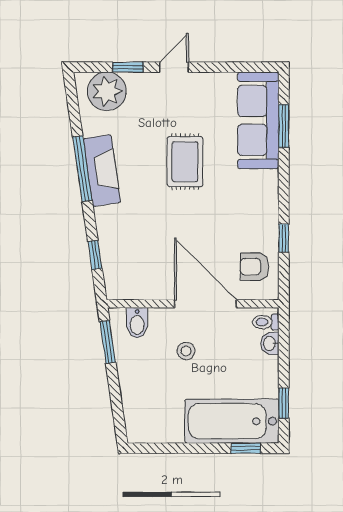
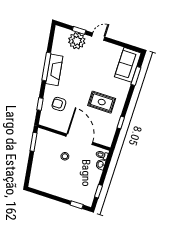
plant: (107, 91) -> (77, 41), moved
sofa: (258, 120) -> (128, 65), width x0.73
rug: (185, 162) -> (102, 102), moved, turned 90
armchair: (254, 267) -> (59, 104), moved
bidet: (137, 323) -> (48, 138), removed
bathtub: (232, 421) -> (74, 192), removed

